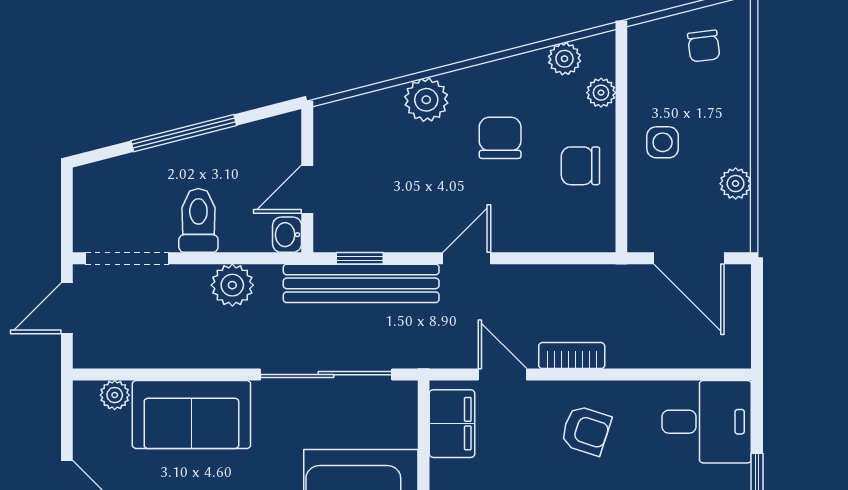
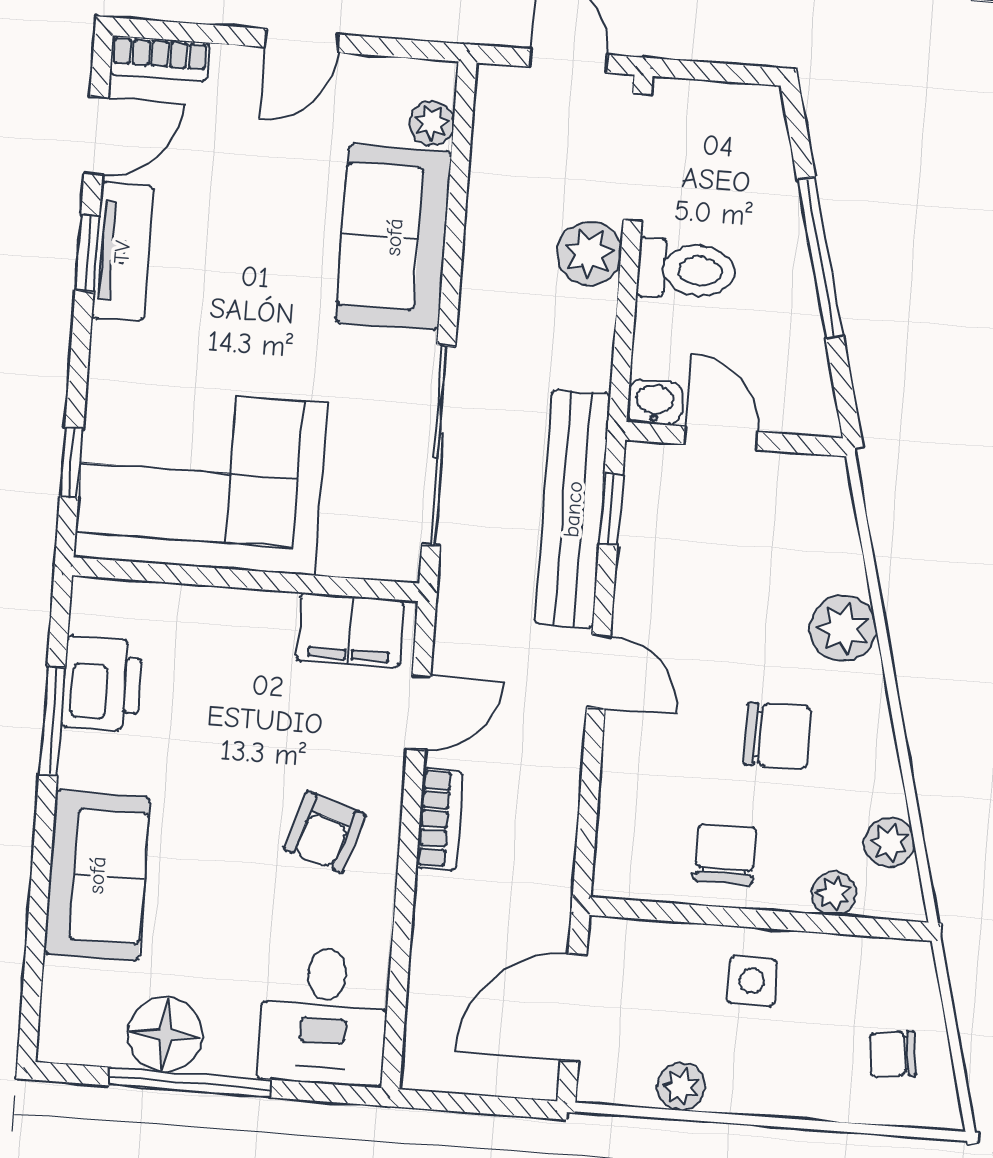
plant: (232, 285) -> (589, 253), moved

